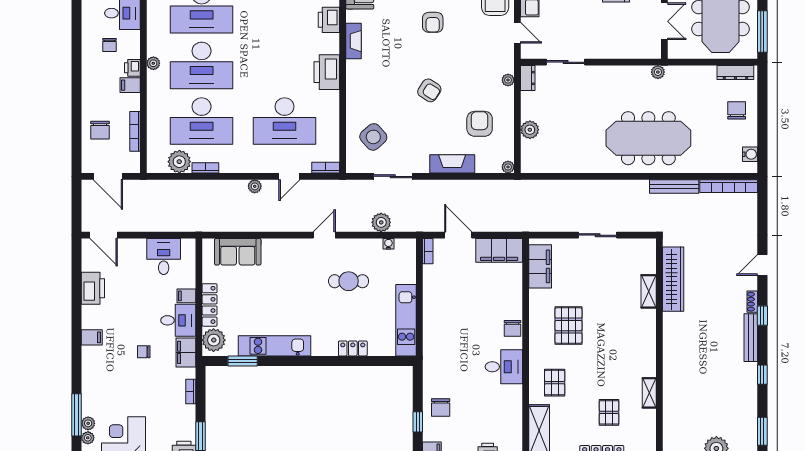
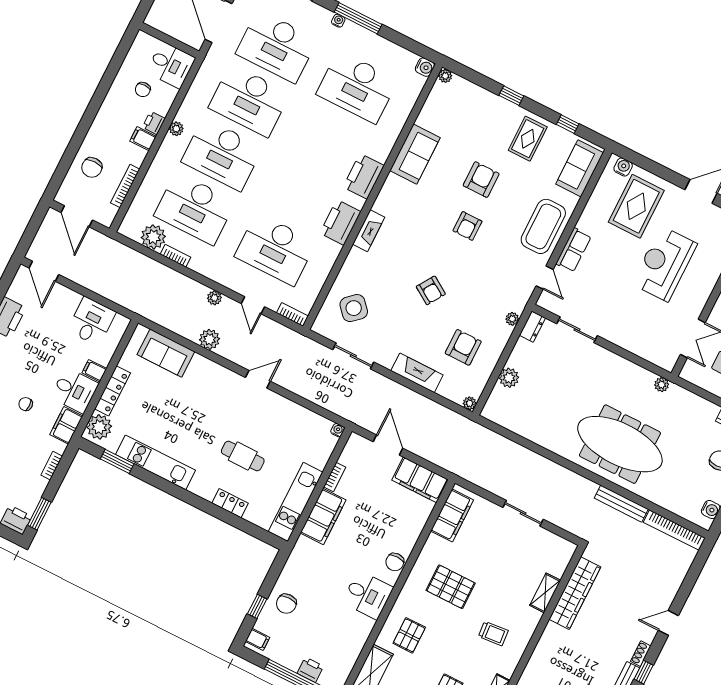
printer: (329, 20) -> (364, 176), width x1.37, depth x1.19
fireplace: (354, 41) -> (369, 231), moved
door: (289, 176) -> (253, 305), hinge flipped
plant: (381, 222) -> (209, 339), moved
water cooler: (388, 244) -> (338, 430), moved
bookcase: (428, 251) -> (335, 477), moved
cafe table: (349, 281) -> (243, 456), moved
filing cabinet: (435, 321) -> (323, 516), added
pallet: (568, 326) -> (451, 587), turned 90
trolley: (623, 346) -> (493, 634), added

